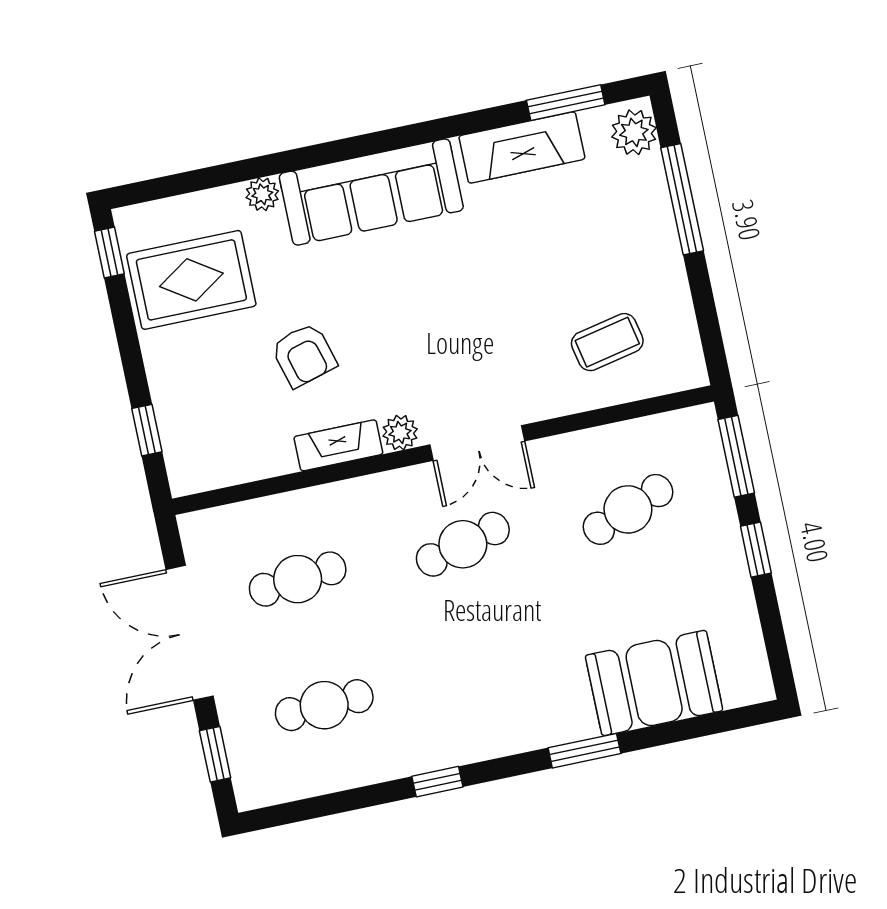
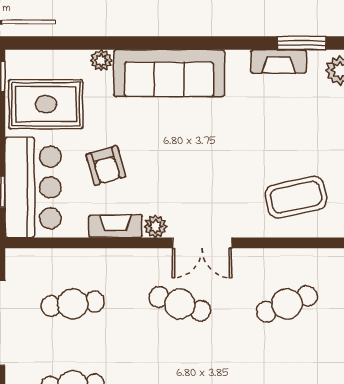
fireplace: (522, 147) -> (279, 61), width x0.73, depth x0.76
coffee table: (607, 342) -> (296, 197), width x1.36, depth x1.30
bar counter: (199, 412) -> (33, 187), added
cafe table: (463, 544) -> (180, 304), turned 33

